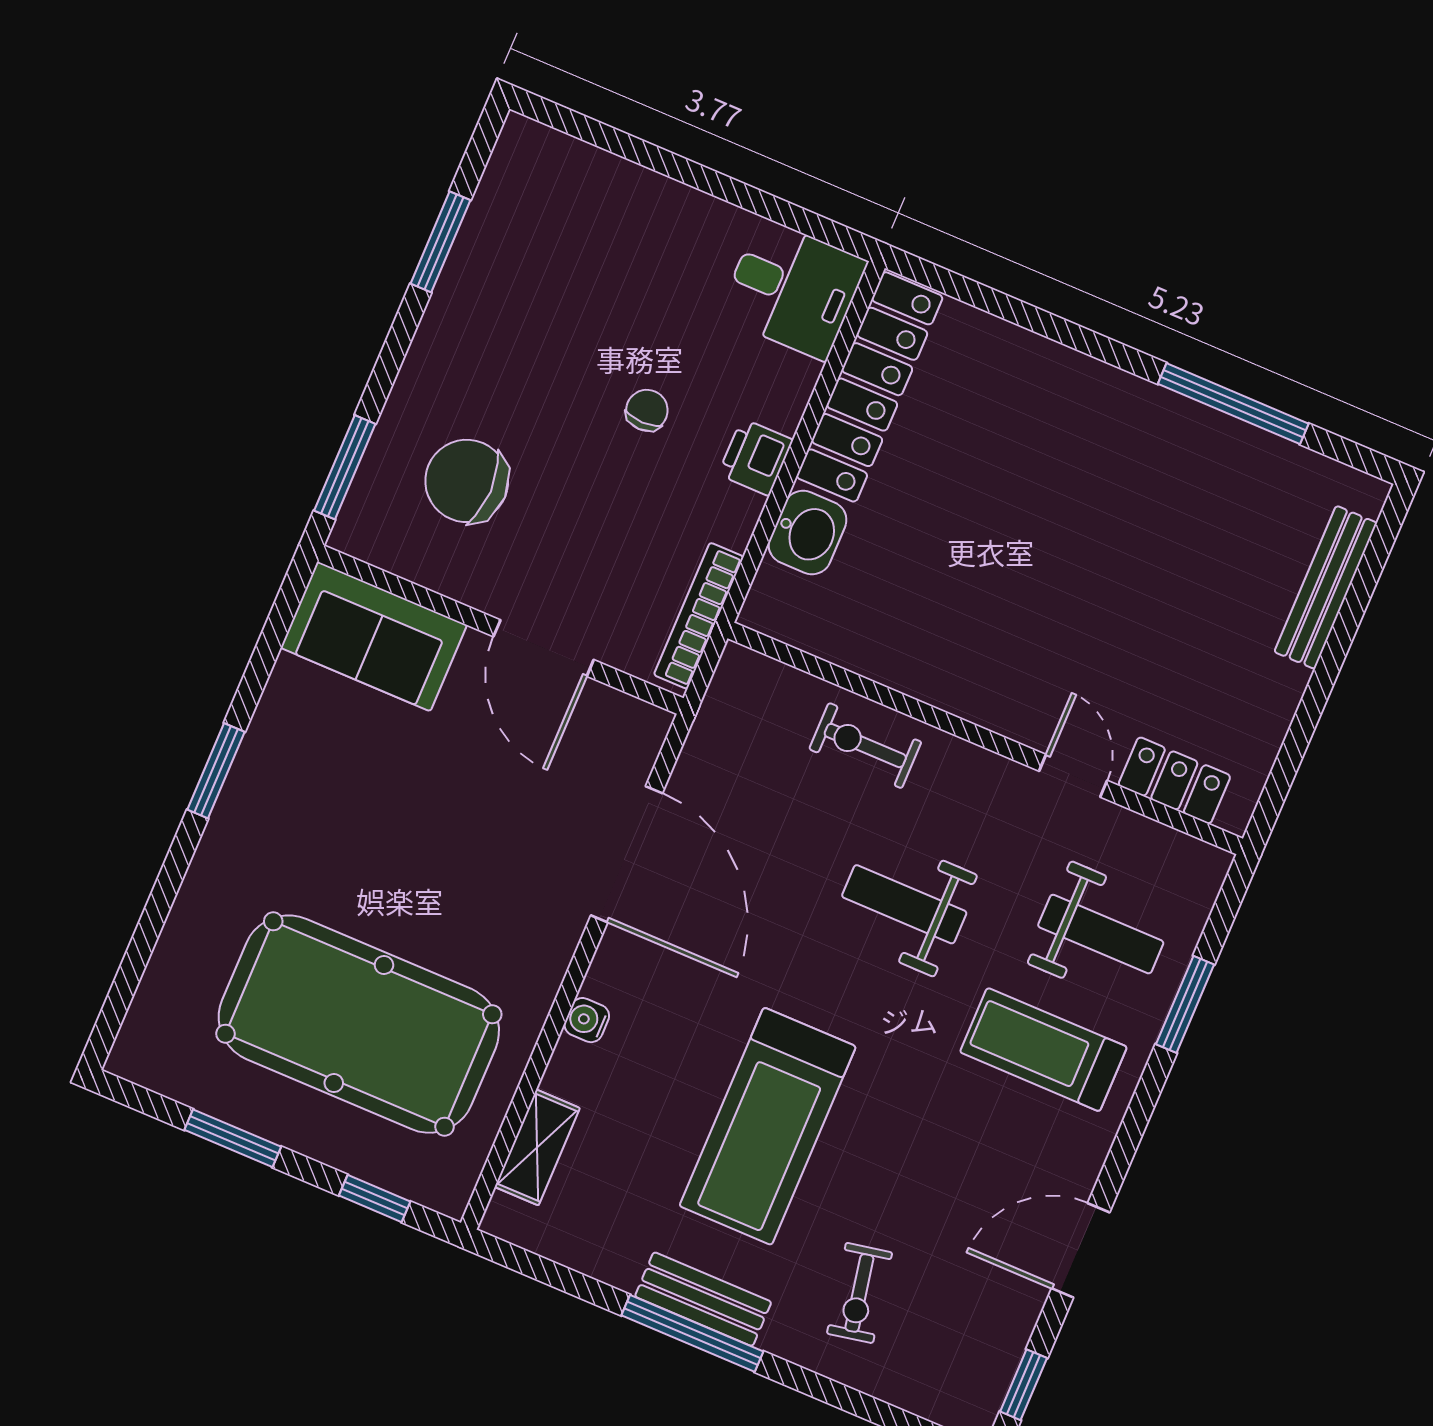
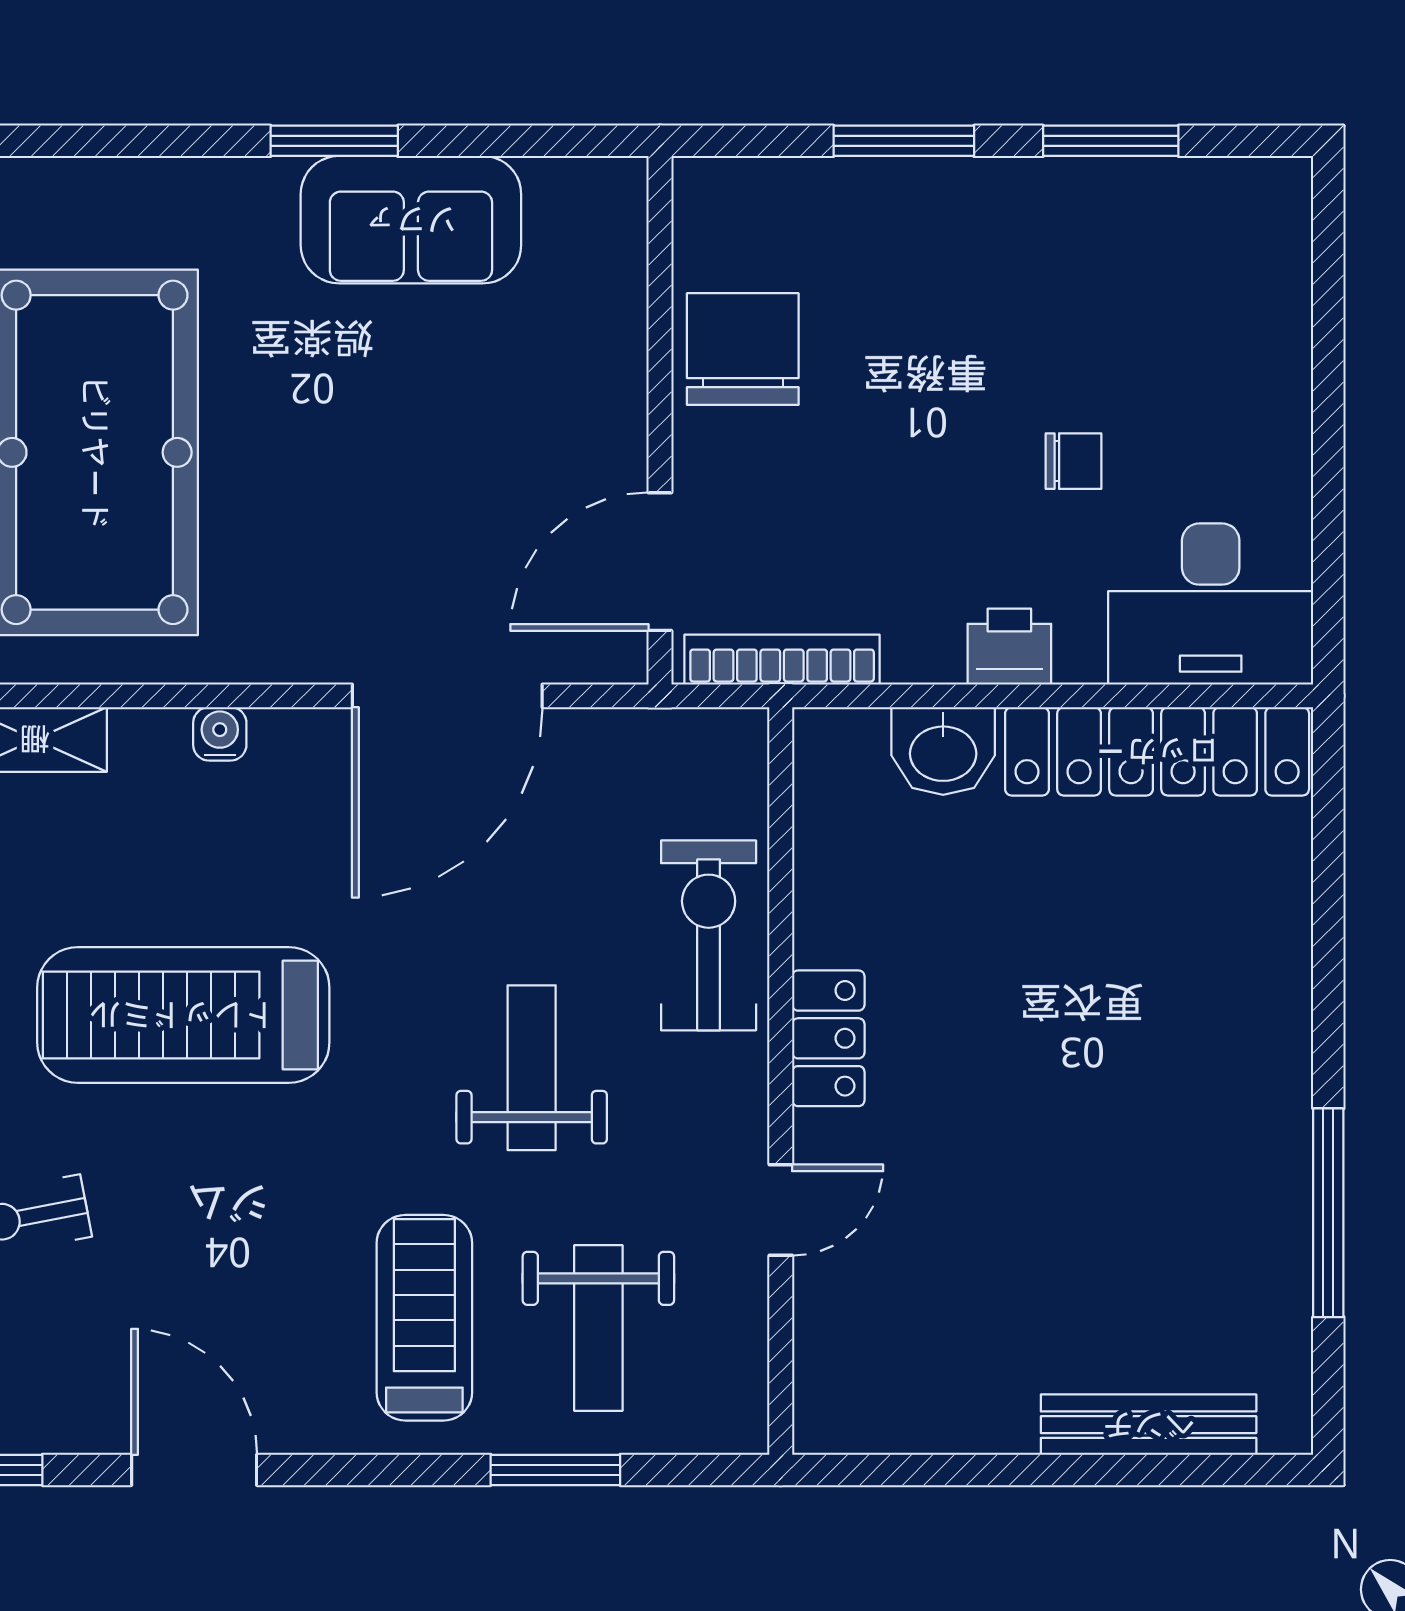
desk: (793, 289) -> (1211, 604), width x1.37
chair: (647, 410) -> (1073, 461), moved
window: (345, 467) -> (904, 141), moved
chair: (467, 481) -> (743, 349), moved
sofa: (374, 636) -> (411, 220), moved, turned -90
door: (544, 648) -> (660, 562), moved
exercise bike: (865, 746) -> (709, 935), width x1.38, depth x1.39
locker: (1174, 780) -> (828, 1038), moved

